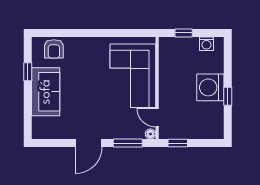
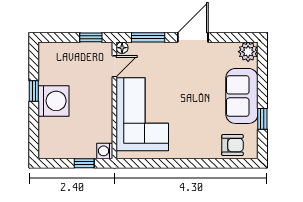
washing machine: (206, 44) -> (105, 151), moved, turned -90
armchair: (54, 49) -> (233, 145), turned 90
door: (157, 118) -> (114, 66), hinge flipped
plant: (40, 131) -> (248, 52), added

